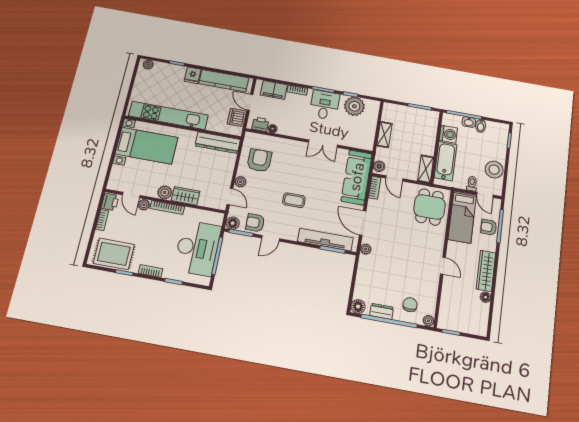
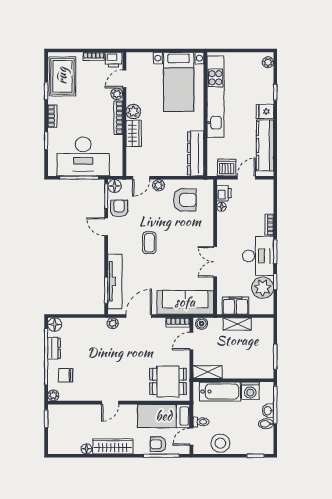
filing cabinet: (274, 90) -> (235, 306), moved, turned 90
desk: (324, 105) -> (258, 256), width x1.37
armchair: (489, 227) -> (158, 444), turned -90
chair: (410, 305) -> (66, 375), turned 180

